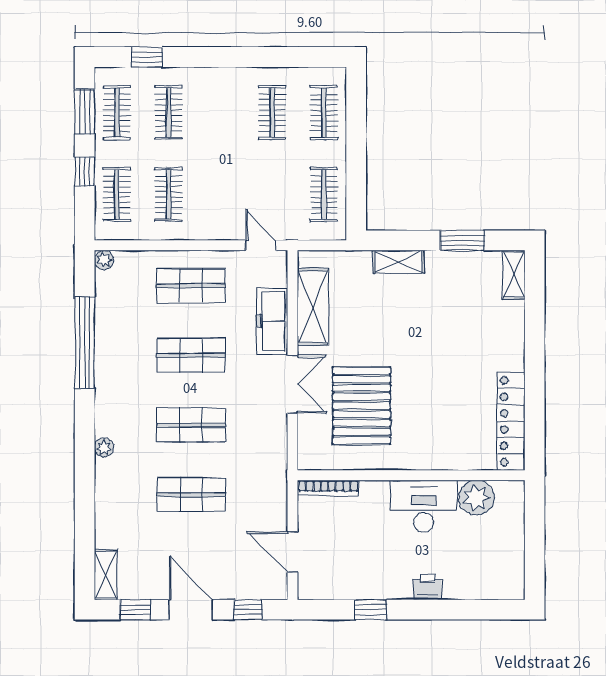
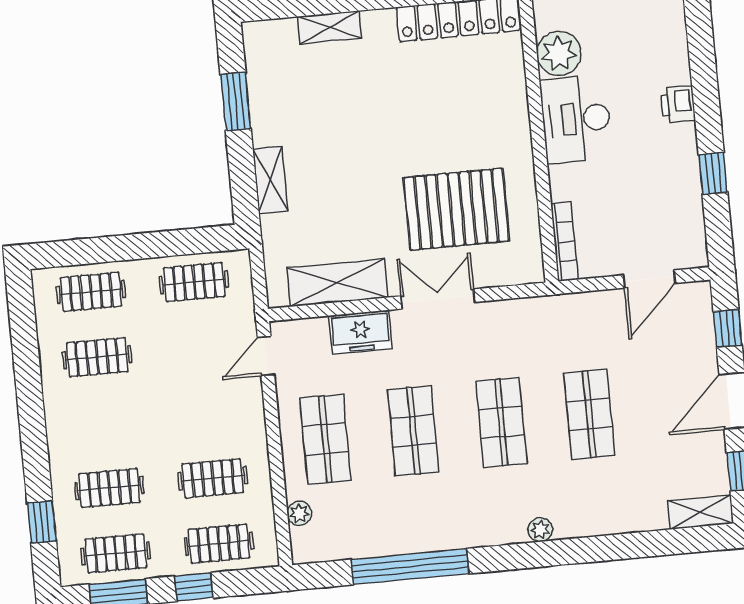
plant: (104, 260) -> (299, 513), moved
shelving: (514, 275) -> (329, 27), moved
freezer: (272, 321) -> (361, 332), width x0.71

